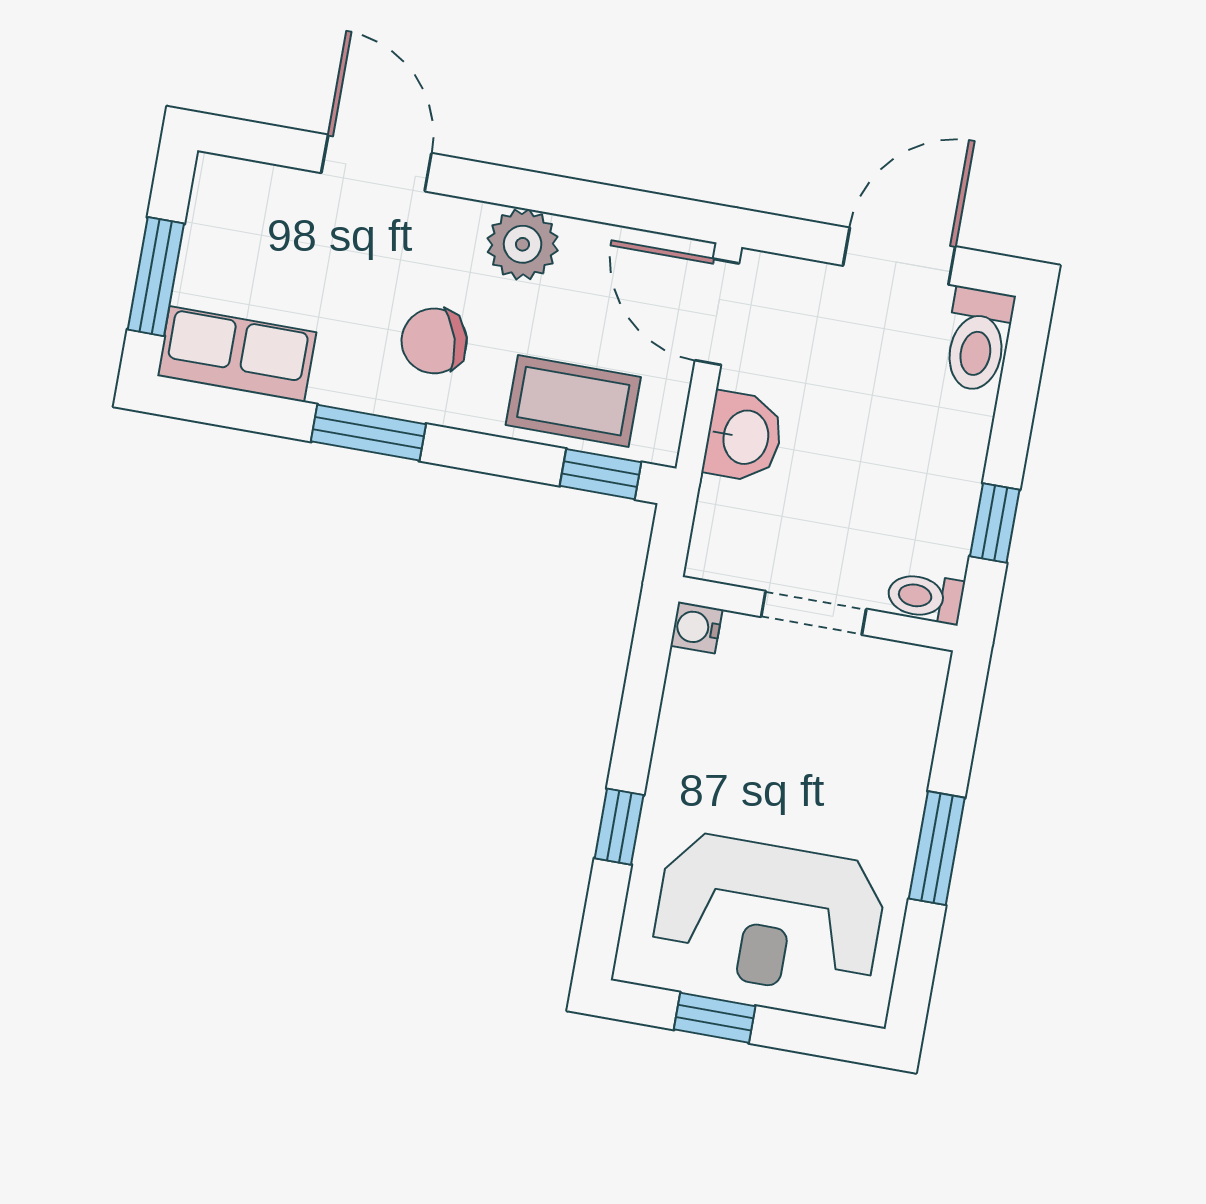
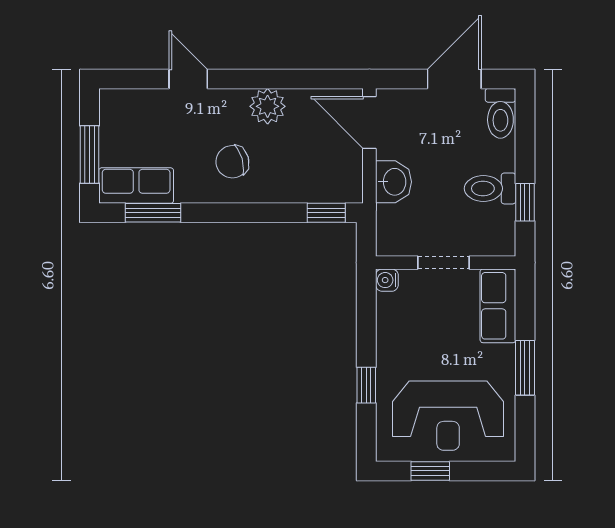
door: (376, 163) -> (188, 79), width x0.73
coffee table: (573, 401) -> (306, 179), removed
window: (368, 433) -> (153, 213), moved
toilet: (925, 597) -> (490, 188), moved, width x1.37, depth x1.39
row of seats: (905, 717) -> (498, 306), added

